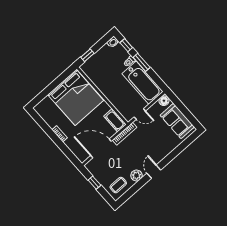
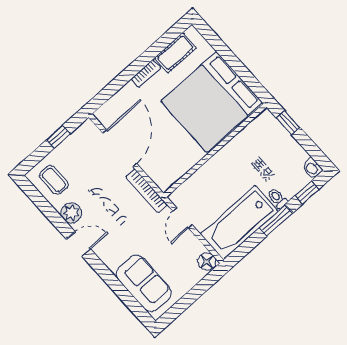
cot: (115, 120) -> (175, 53), moved
sofa: (177, 121) -> (144, 283), moved, turned 90

